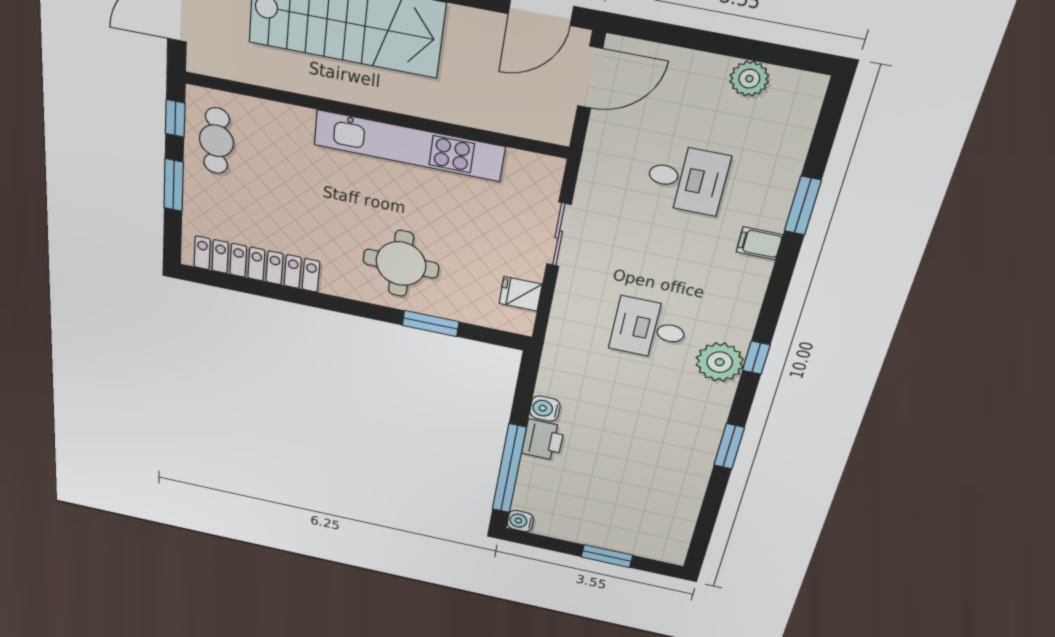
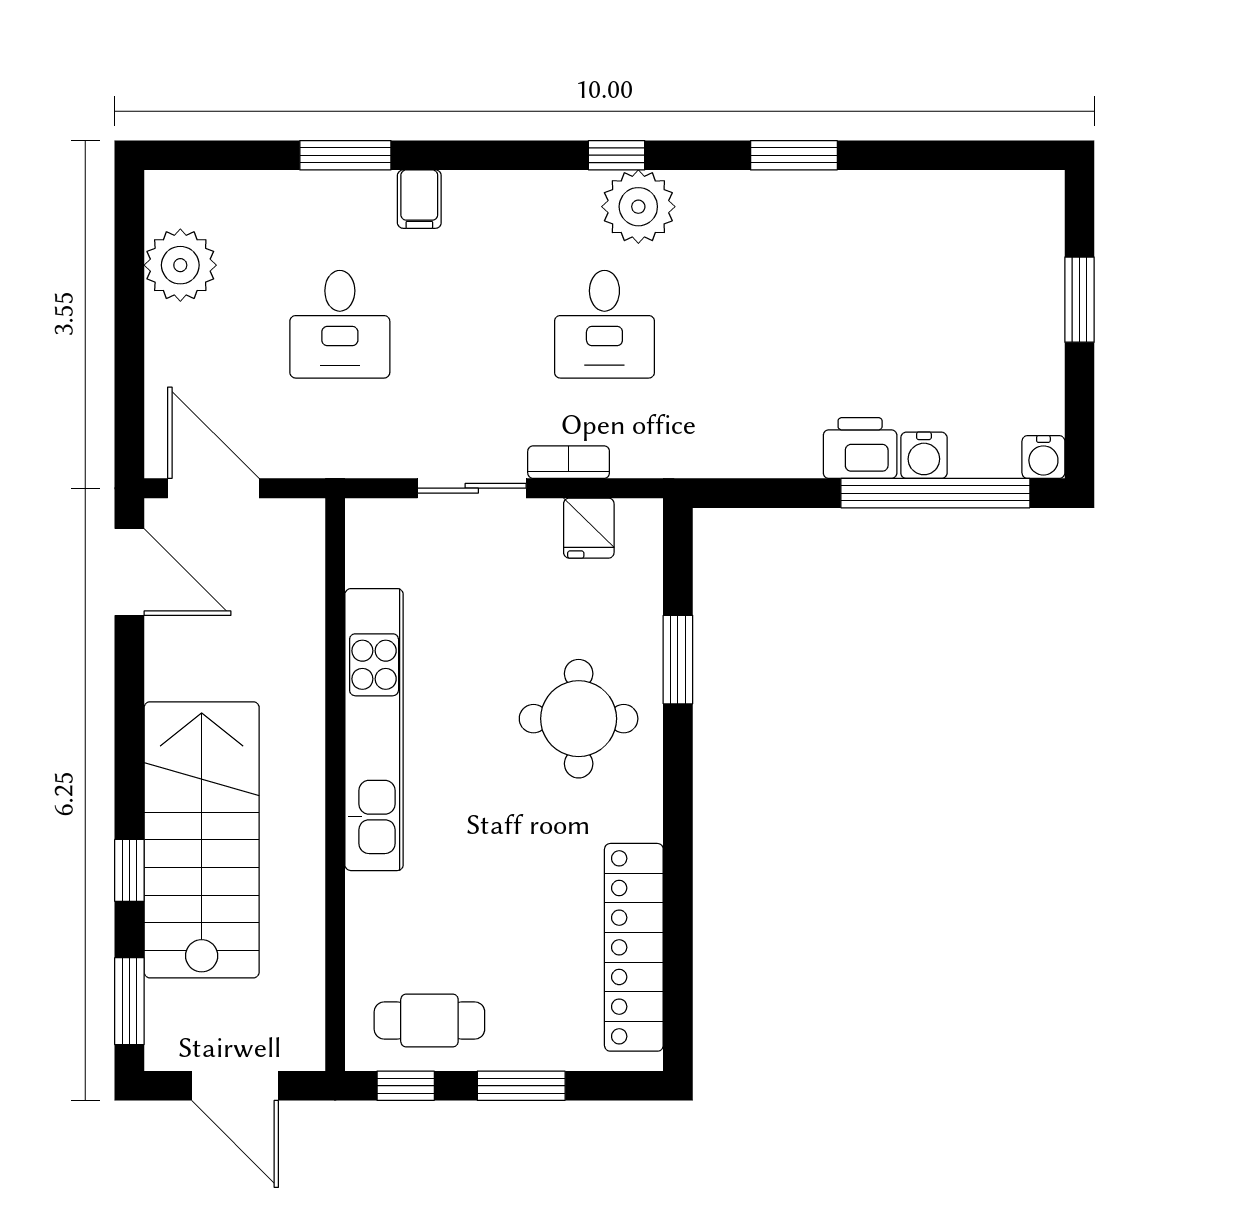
plant: (749, 79) -> (180, 265), width x1.36, depth x1.36
desk: (687, 179) -> (340, 324), turned 180
bookcase: (565, 292) -> (569, 462), added
water cooler: (545, 409) -> (924, 455), moved

